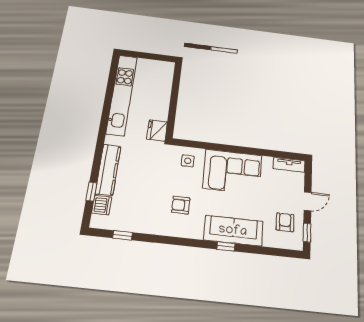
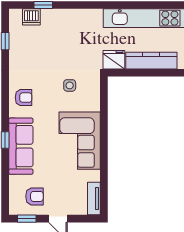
side table: (188, 161) -> (70, 85), moved
kitchen counter: (108, 170) -> (151, 61), moved, turned 180
armchair: (181, 205) -> (23, 98), moved, turned 90

